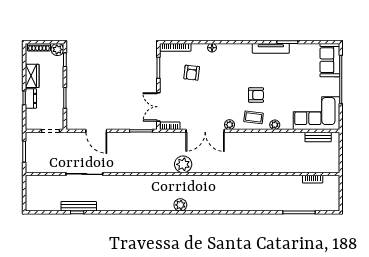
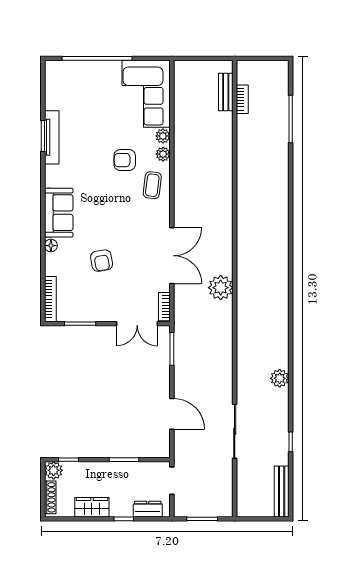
tv unit: (271, 48) -> (52, 137), moved
sofa: (330, 60) -> (59, 213), moved, turned -90
armchair: (192, 73) -> (102, 261), moved, turned 74
armchair: (256, 95) -> (125, 160), moved, turned -90
dresser: (31, 98) -> (148, 509), moved
plant: (229, 125) -> (163, 136), moved
door: (96, 131) -> (172, 414), hinge flipped
bench: (318, 137) -> (226, 92), moved
plant: (180, 205) -> (280, 378), moved
bench: (79, 206) -> (282, 492), moved

